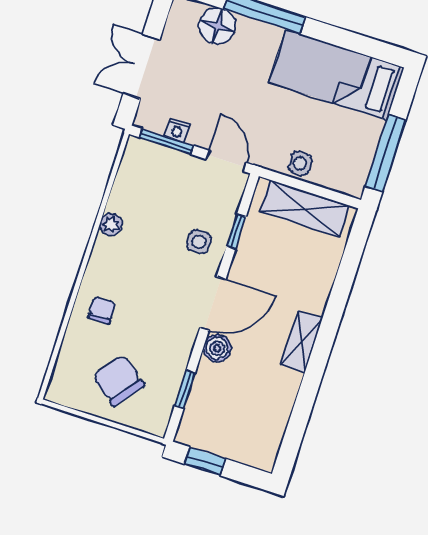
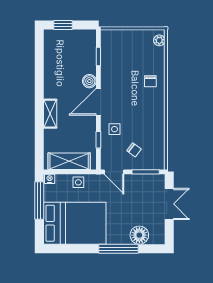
bed: (337, 75) -> (75, 223), width x1.50
nightstand: (177, 130) -> (50, 179), moved
plant: (111, 225) -> (159, 40), moved
shelving: (301, 342) -> (50, 114), moved
chair: (118, 381) -> (134, 150), moved, width x0.54, depth x0.54
window: (205, 461) -> (63, 25), moved

